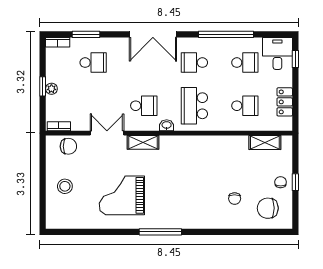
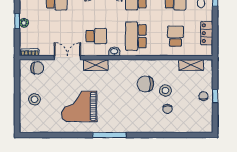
school desk: (245, 106) -> (176, 36), turned -90
stool: (232, 175) -> (165, 91), added
chair: (268, 208) -> (145, 84), moved

